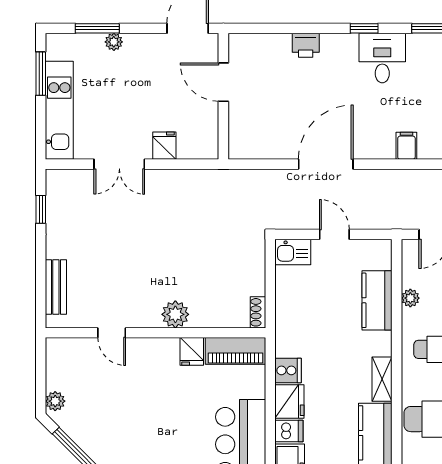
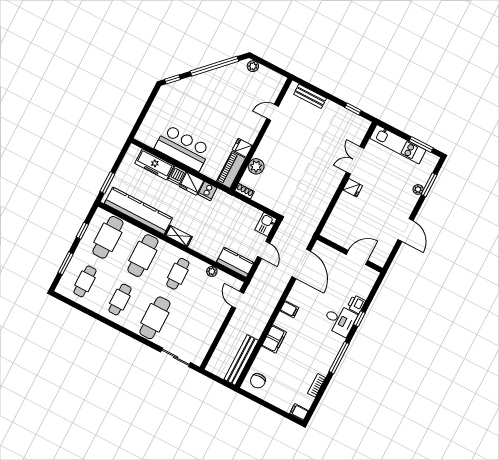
printer: (306, 45) -> (356, 304), moved
door: (223, 82) -> (357, 257), moved
wall: (223, 96) -> (350, 254), moved
door: (334, 234) -> (264, 250), hinge flipped
kitchen counter: (377, 300) -> (235, 262), moved
plant: (175, 314) -> (256, 166), moved

